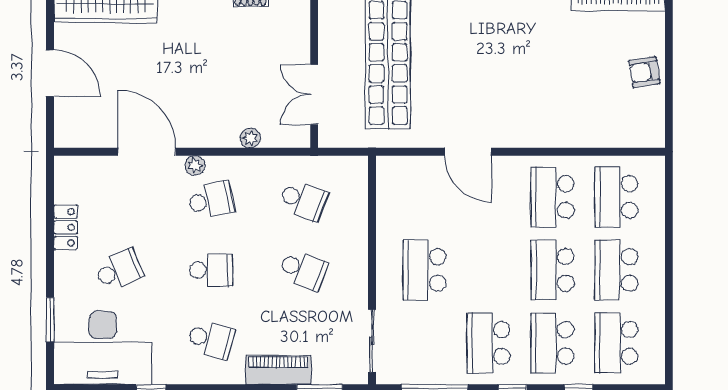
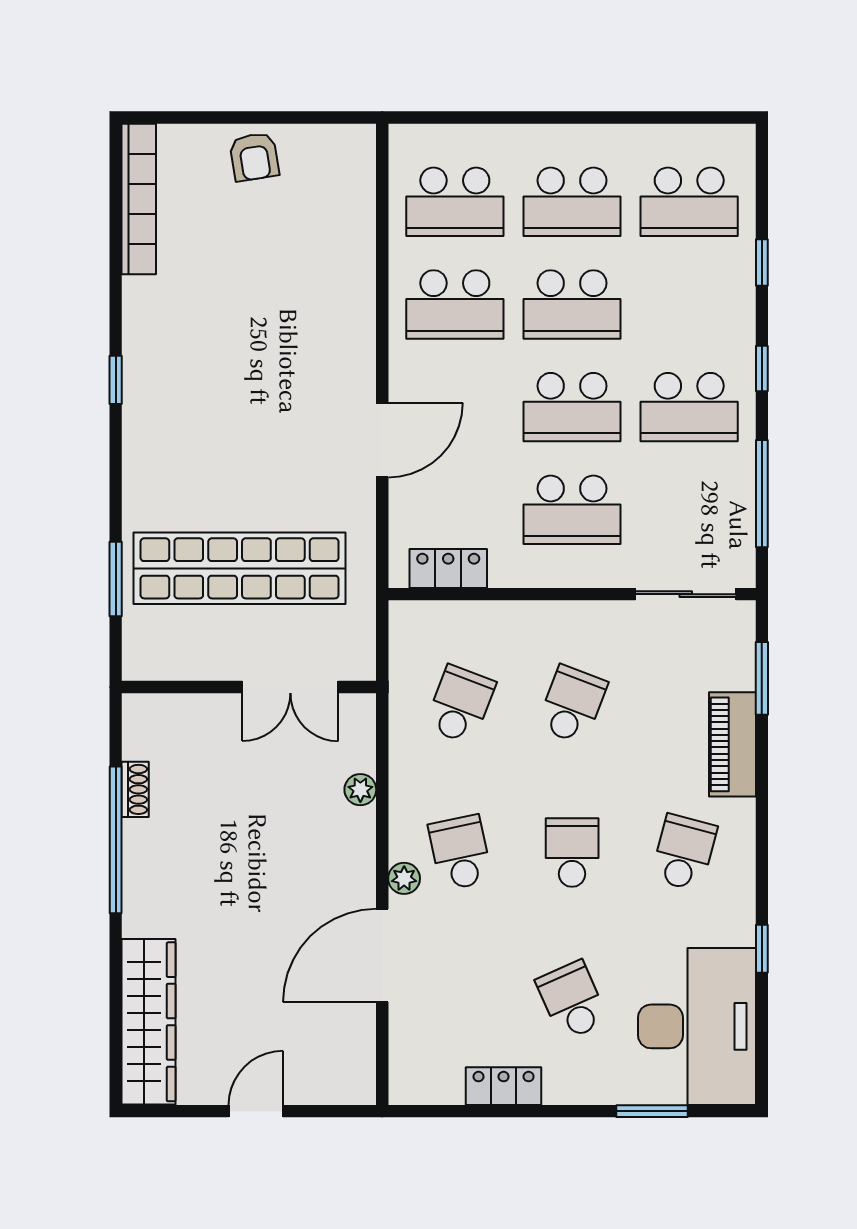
door: (50, 73) -> (256, 1111), width x0.73
locker: (388, 193) -> (448, 568), added
school desk: (552, 343) -> (572, 407), moved

